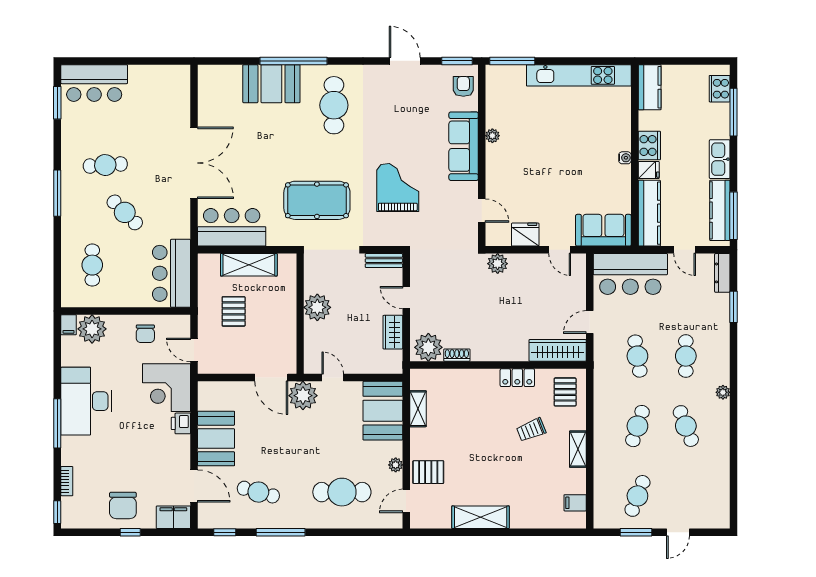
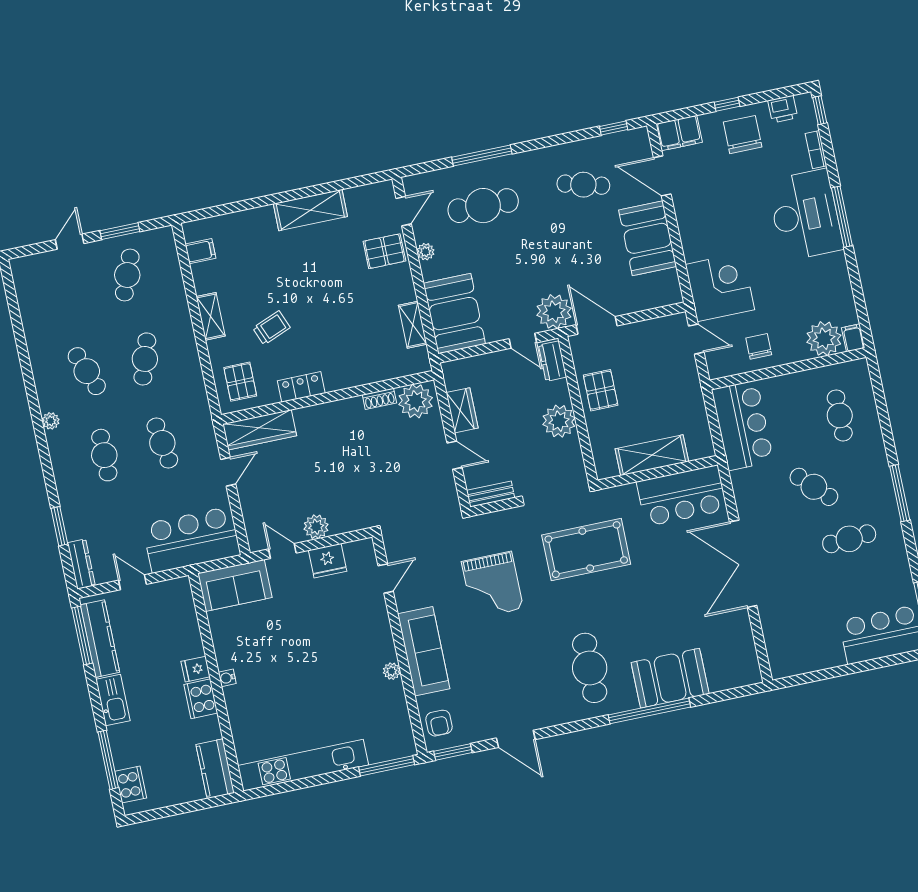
door: (482, 211) -> (386, 579), swing flipped
kitchen counter: (649, 213) -> (184, 617), removed
plant: (498, 264) -> (316, 527), moved
pallet: (234, 311) -> (601, 390), moved
dresser: (312, 356) -> (553, 361), added
desk: (86, 401) -> (805, 215), moved
printer: (181, 423) -> (783, 109), moved, turned 90
window: (281, 532) -> (482, 156), moved

